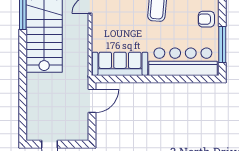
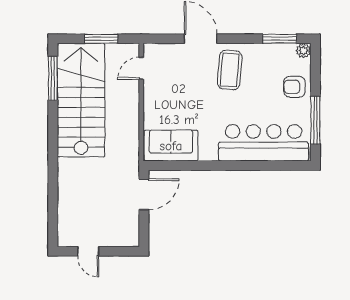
sofa: (120, 64) -> (171, 146), width x0.73

